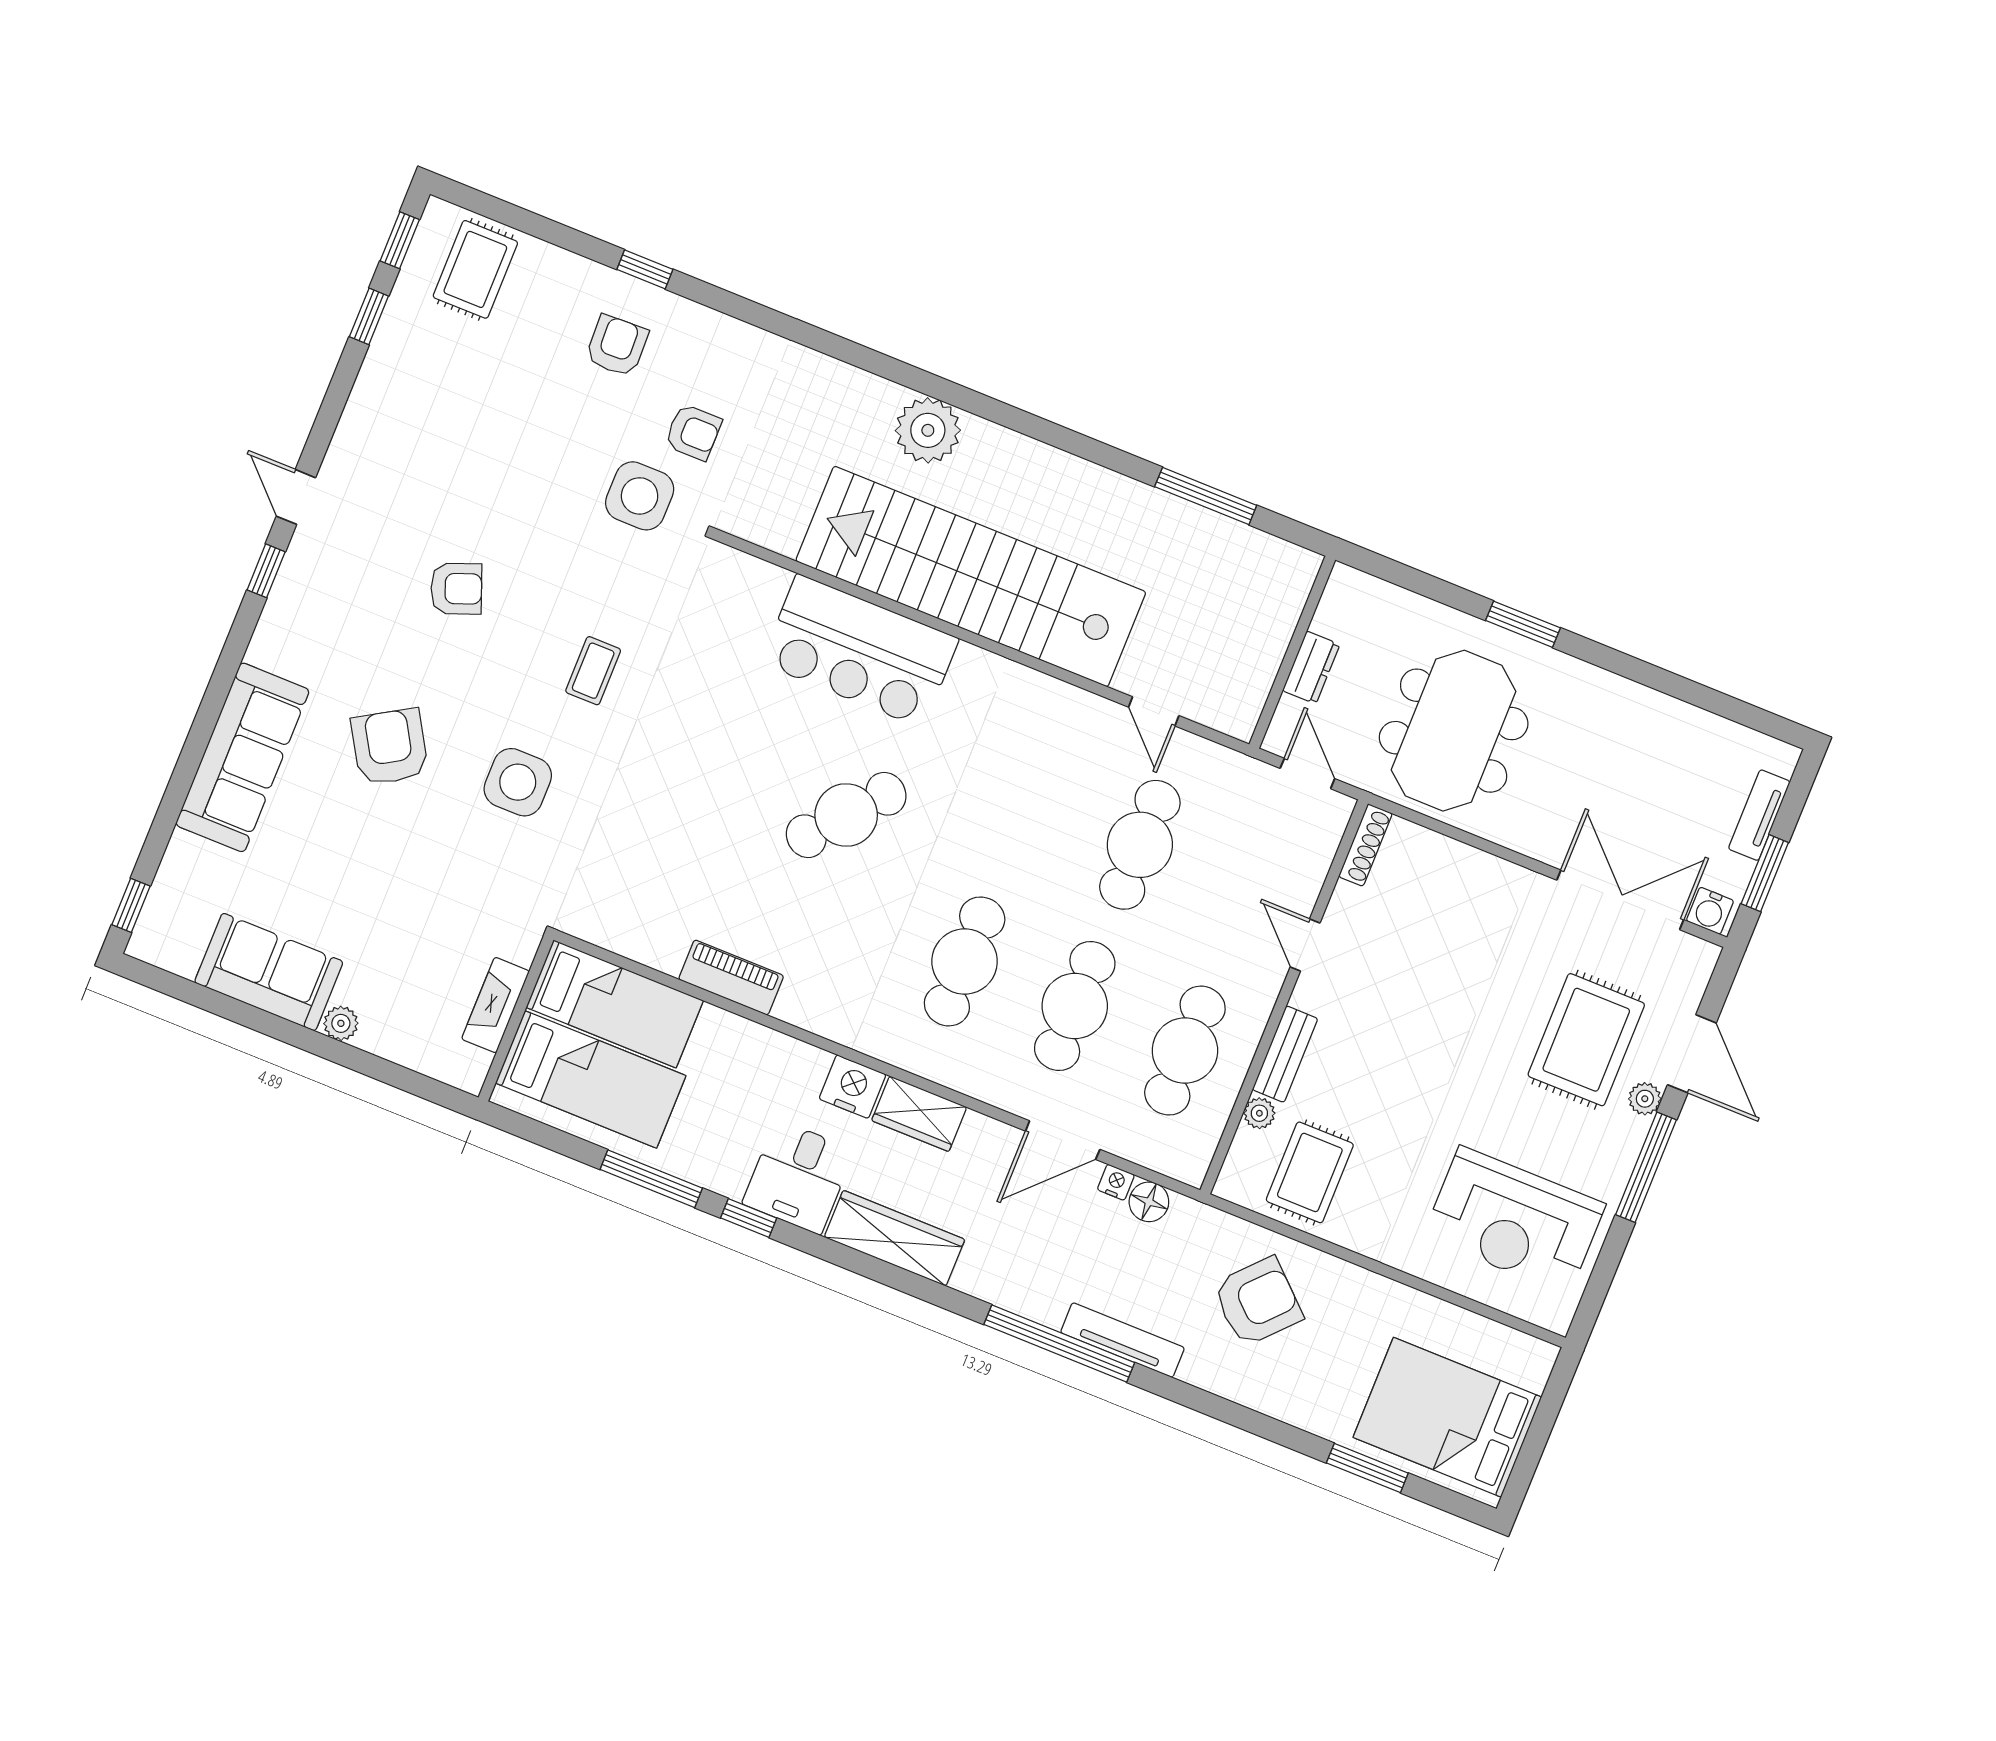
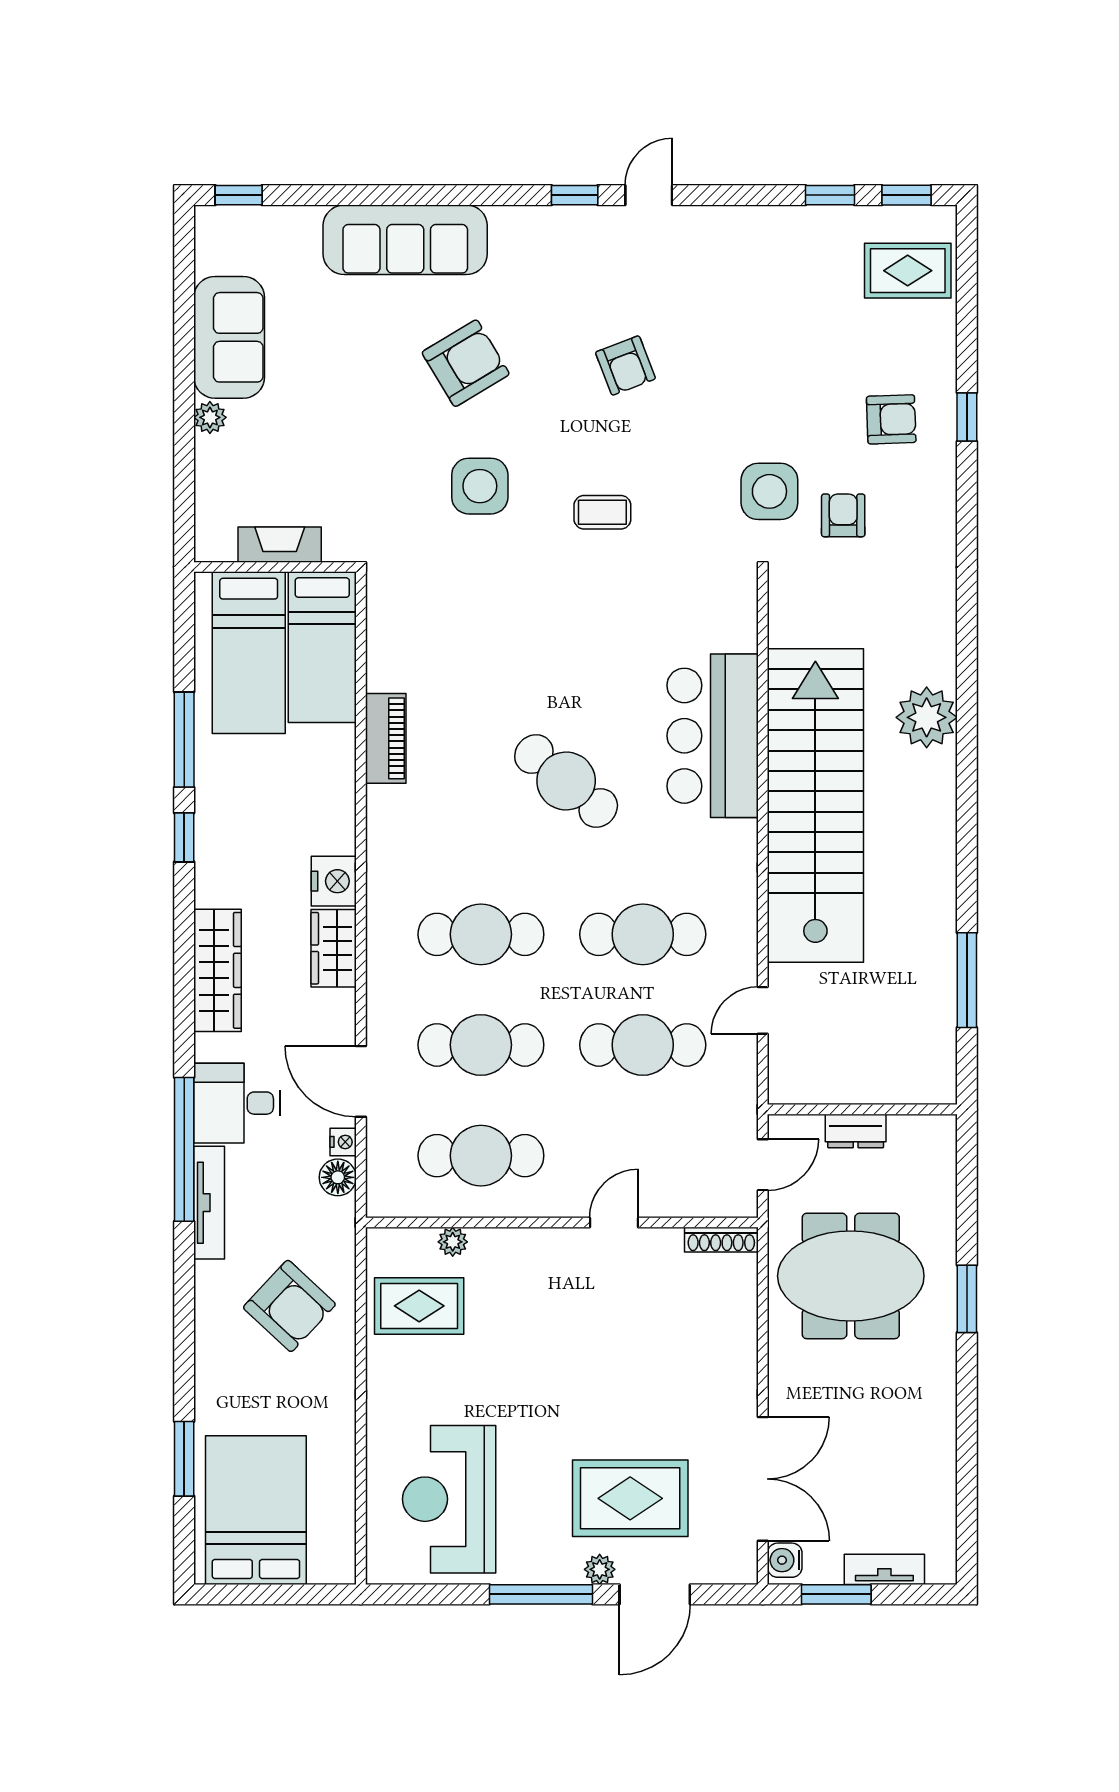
armchair: (693, 432) -> (843, 515), turned 180
cafe table: (1030, 800) -> (643, 934), added
bench: (1285, 1054) -> (513, 1243), removed
desk: (798, 1177) -> (237, 1103), moved

